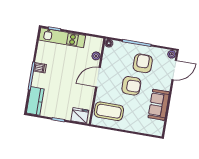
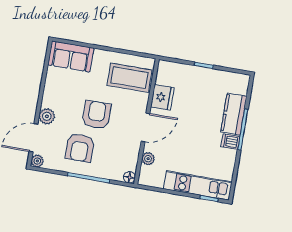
plant: (165, 85) -> (47, 116), added
armchair: (131, 86) -> (97, 115), turned 90
kitchen counter: (35, 101) -> (234, 114), moved
sofa: (159, 105) -> (71, 56), moved, turned 90
fridge: (80, 115) -> (162, 97), moved, turned -90

